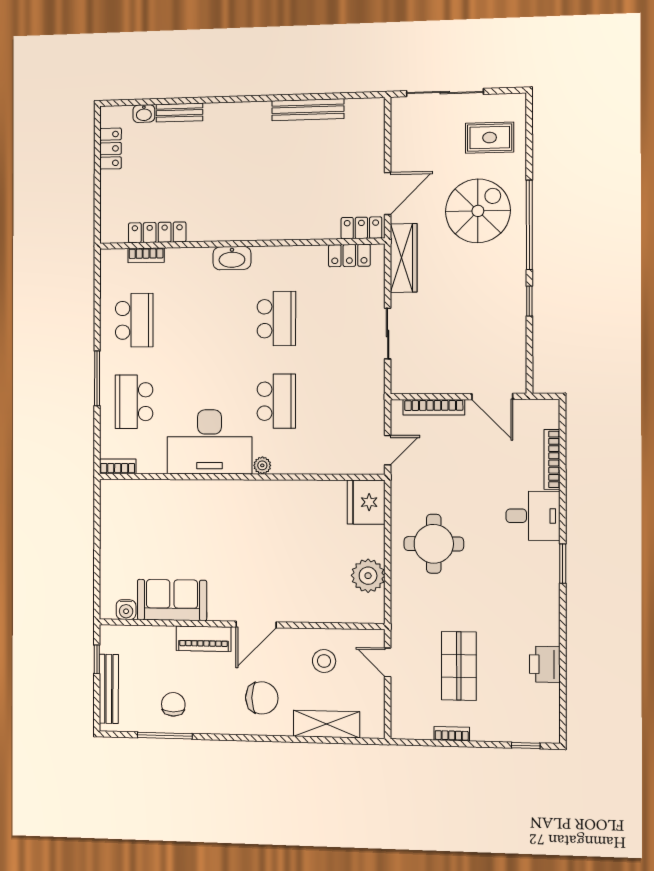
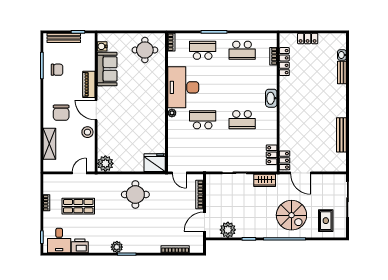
locker: (111, 149) -> (308, 39), moved
wardrobe: (404, 258) -> (265, 180), width x0.67
plant: (510, 347) -> (228, 230), added
school desk: (276, 401) -> (203, 120), turned 180
desk: (533, 516) -> (59, 240), moved
round table: (133, 521) -> (145, 50), added
plant: (368, 576) -> (105, 164), moved
plant: (547, 585) -> (117, 247), added
stool: (324, 661) -> (87, 132), moved

